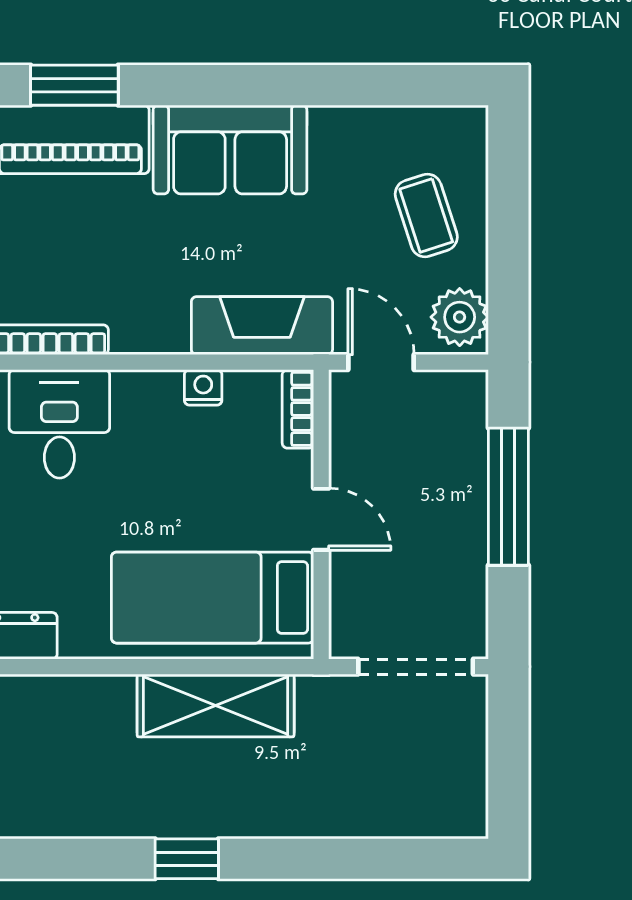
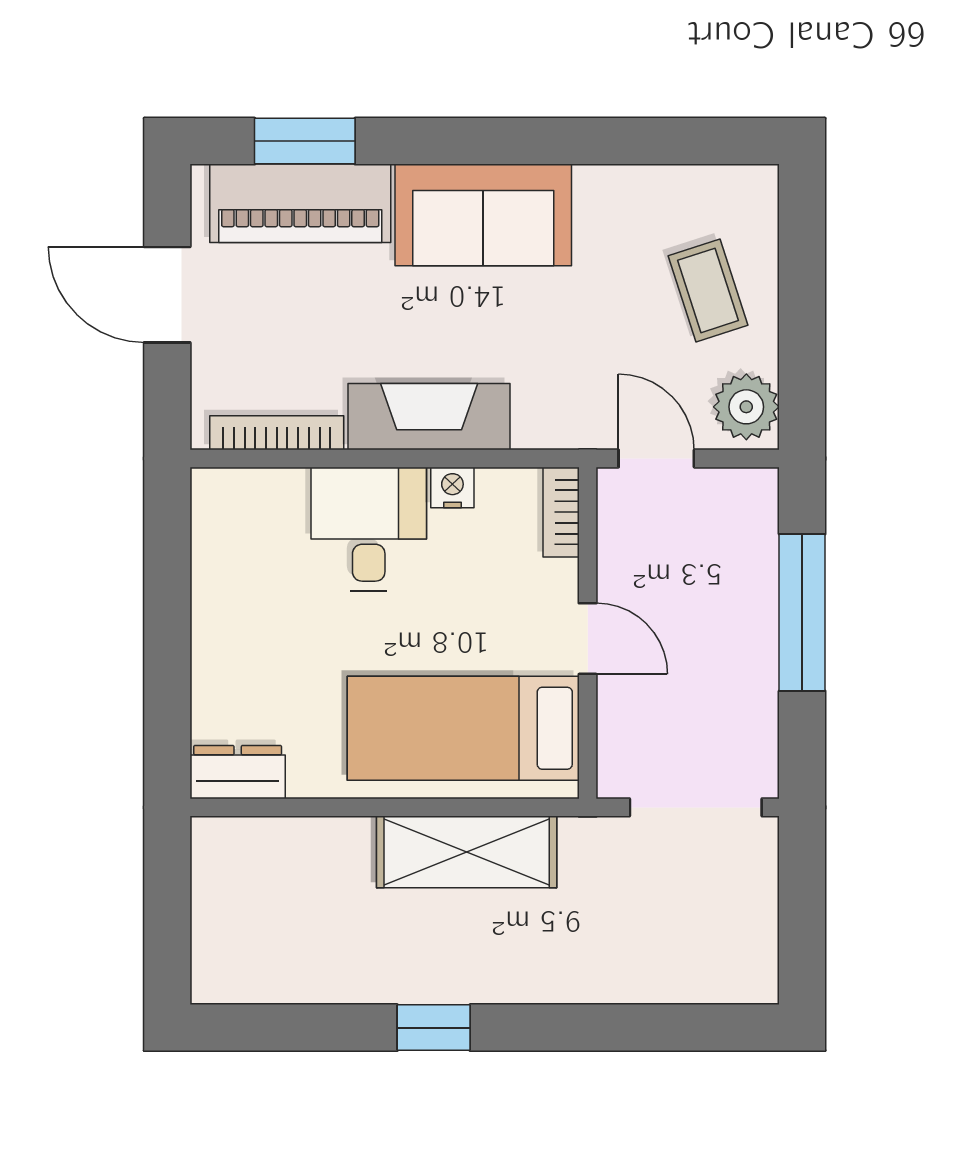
fireplace: (262, 326) -> (429, 417), moved
desk: (59, 424) -> (369, 529), moved

